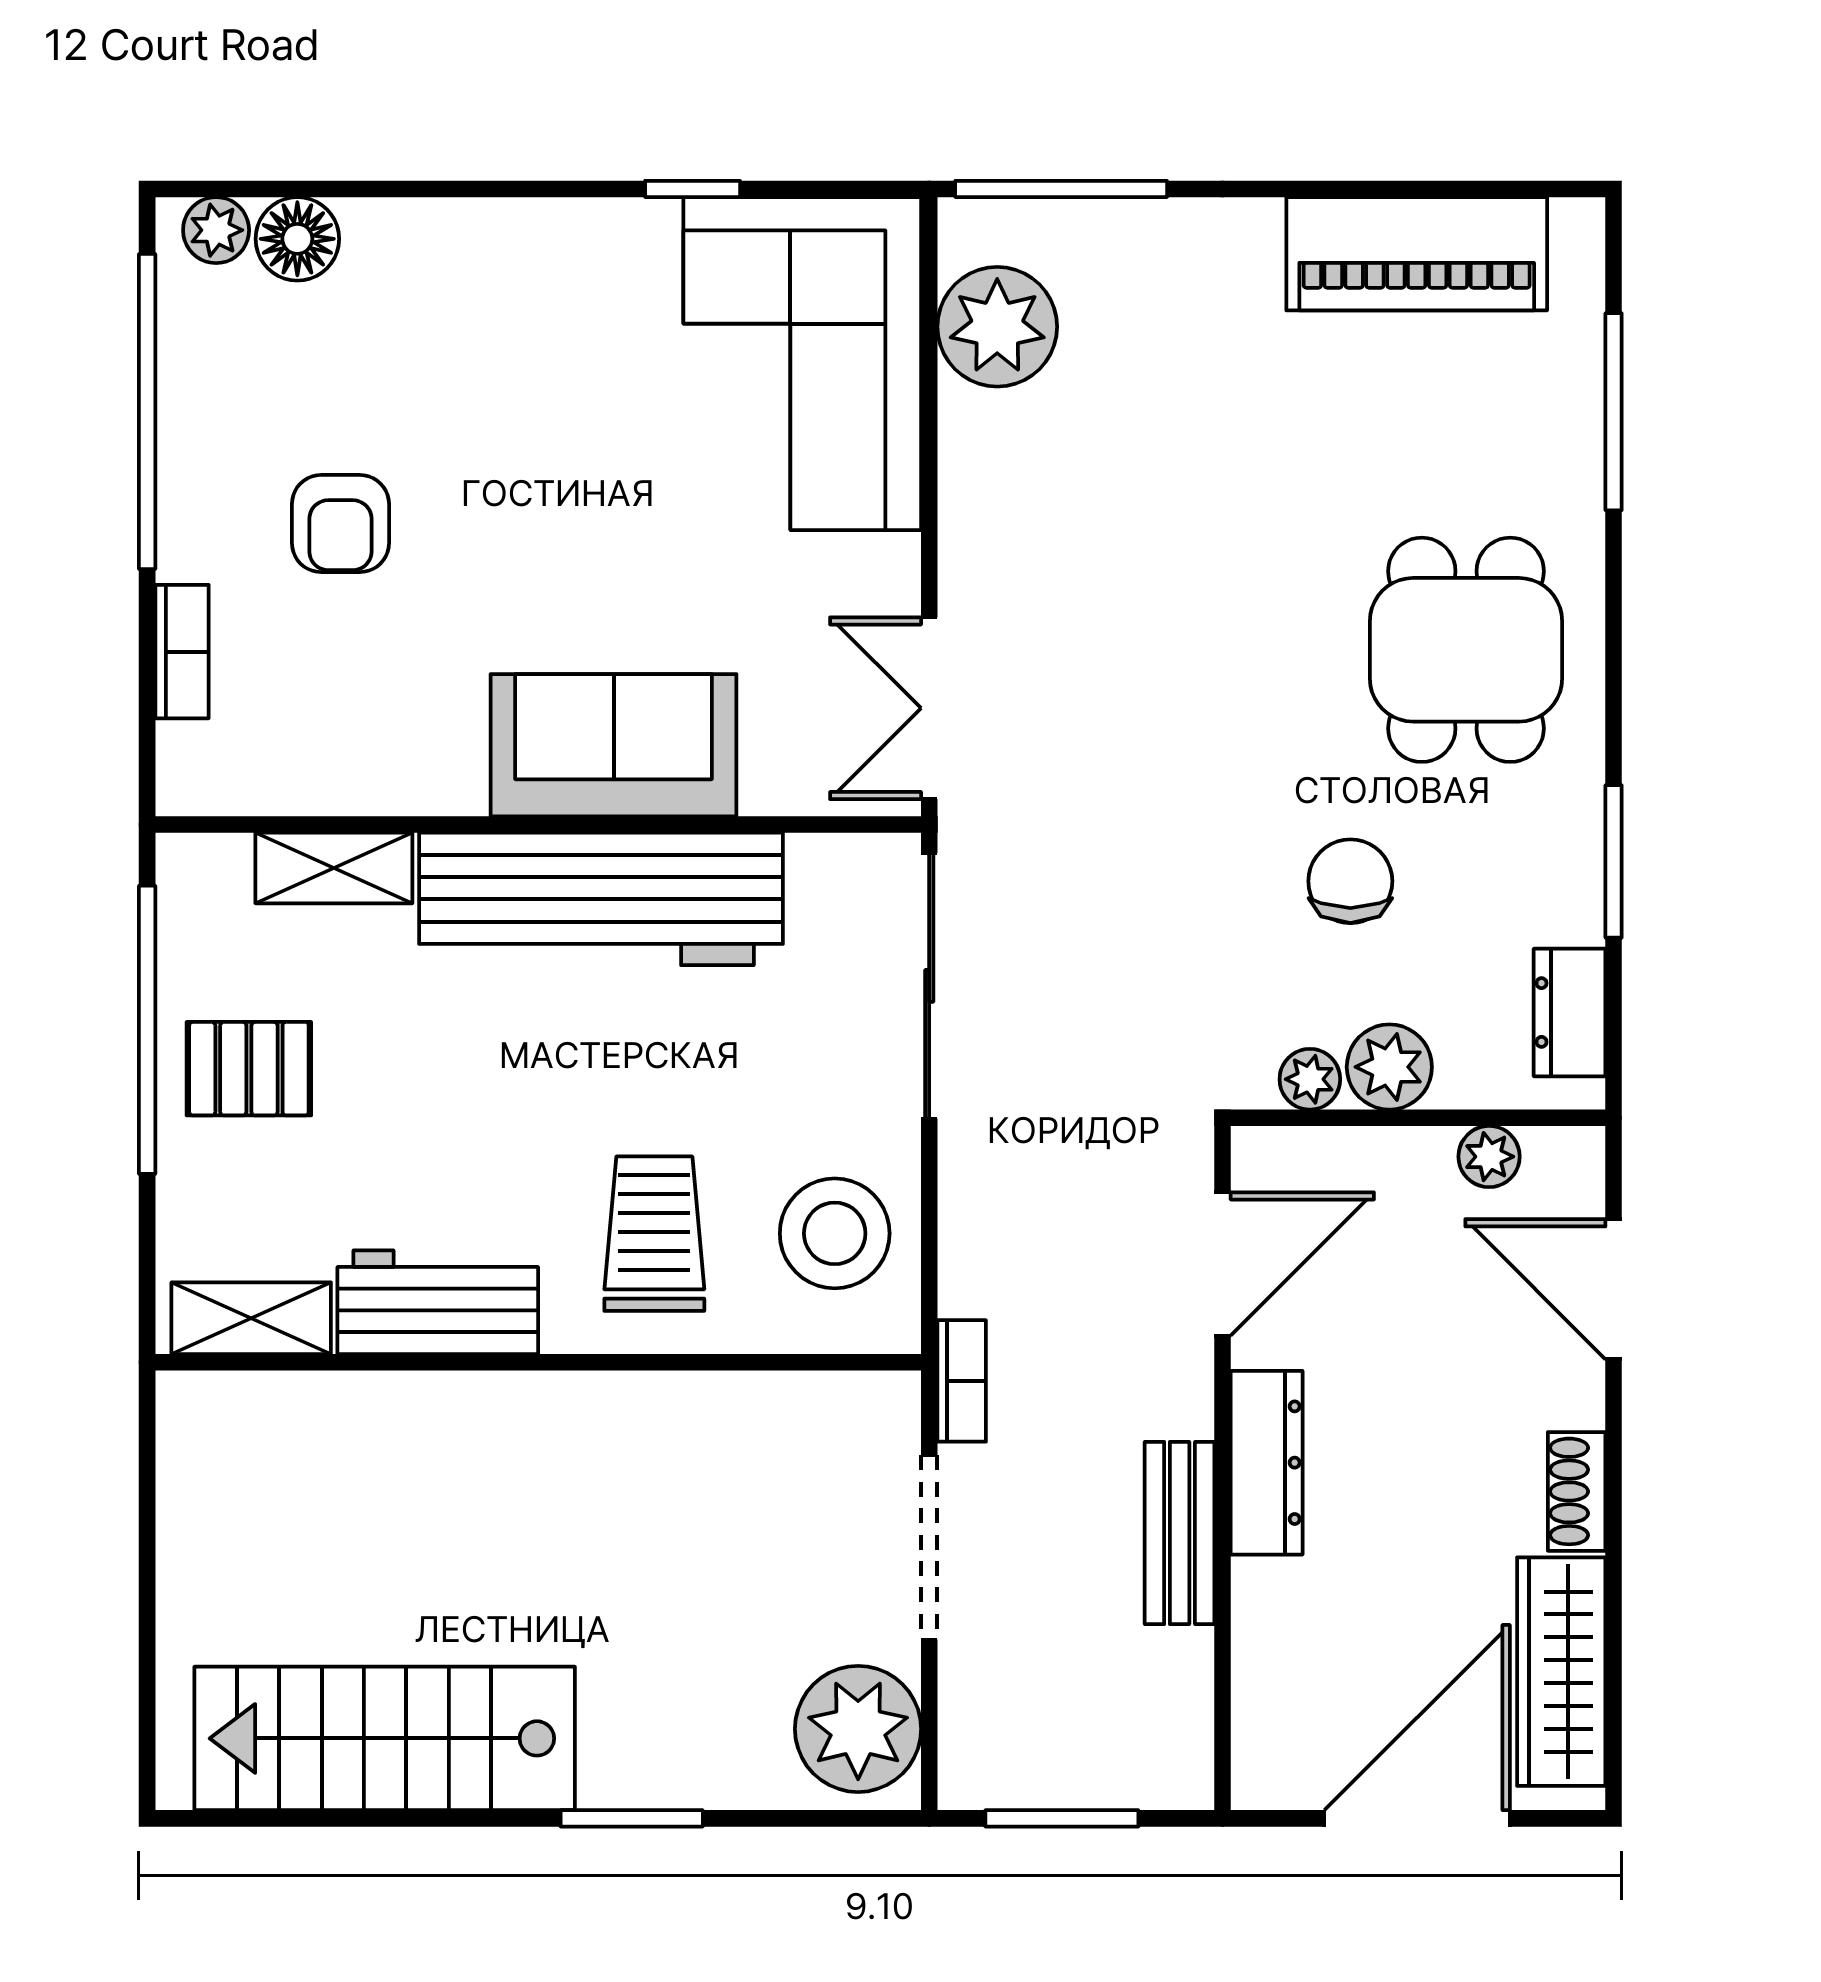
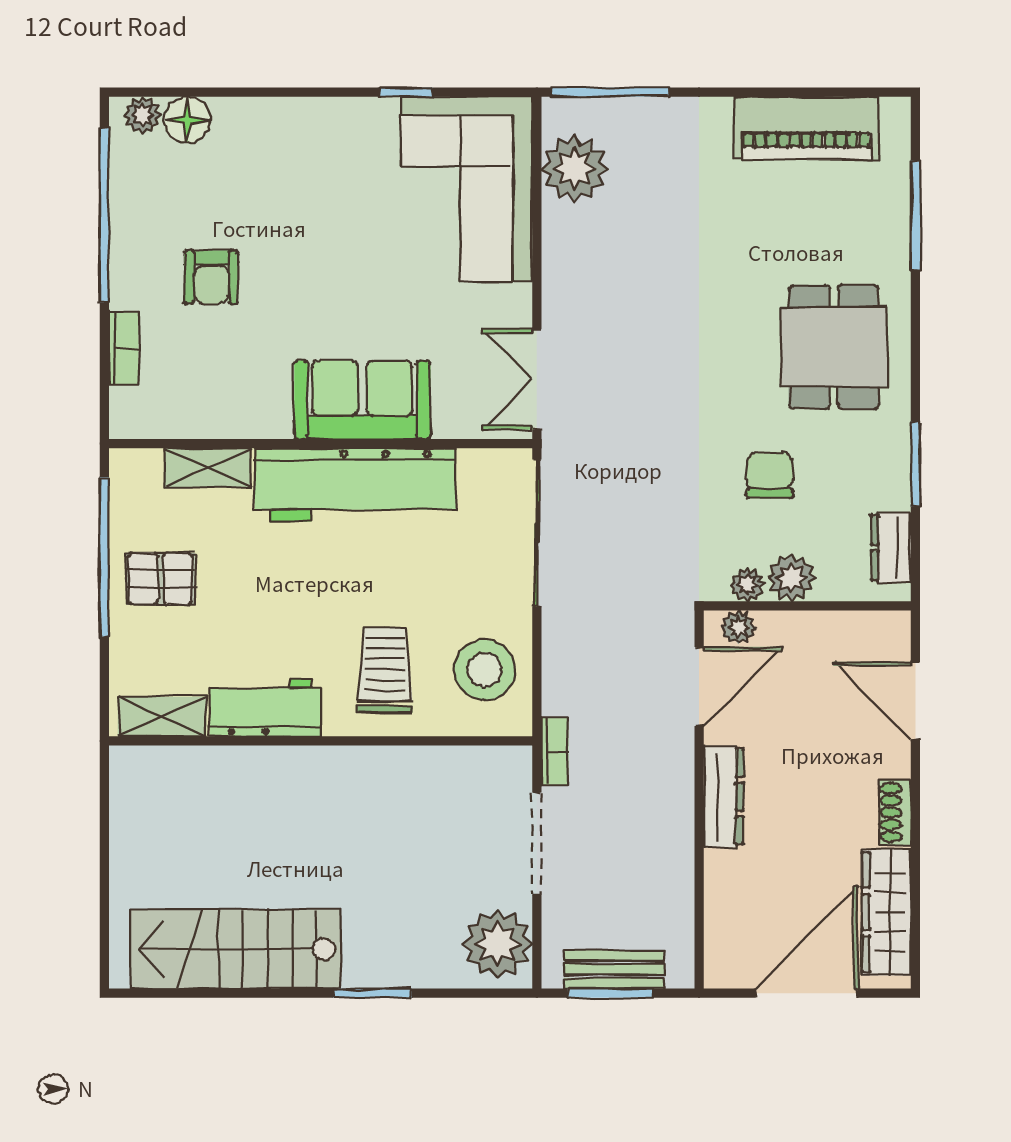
plant: (1489, 1157) -> (738, 627), moved
bench: (1180, 1533) -> (614, 969), moved, turned 90

